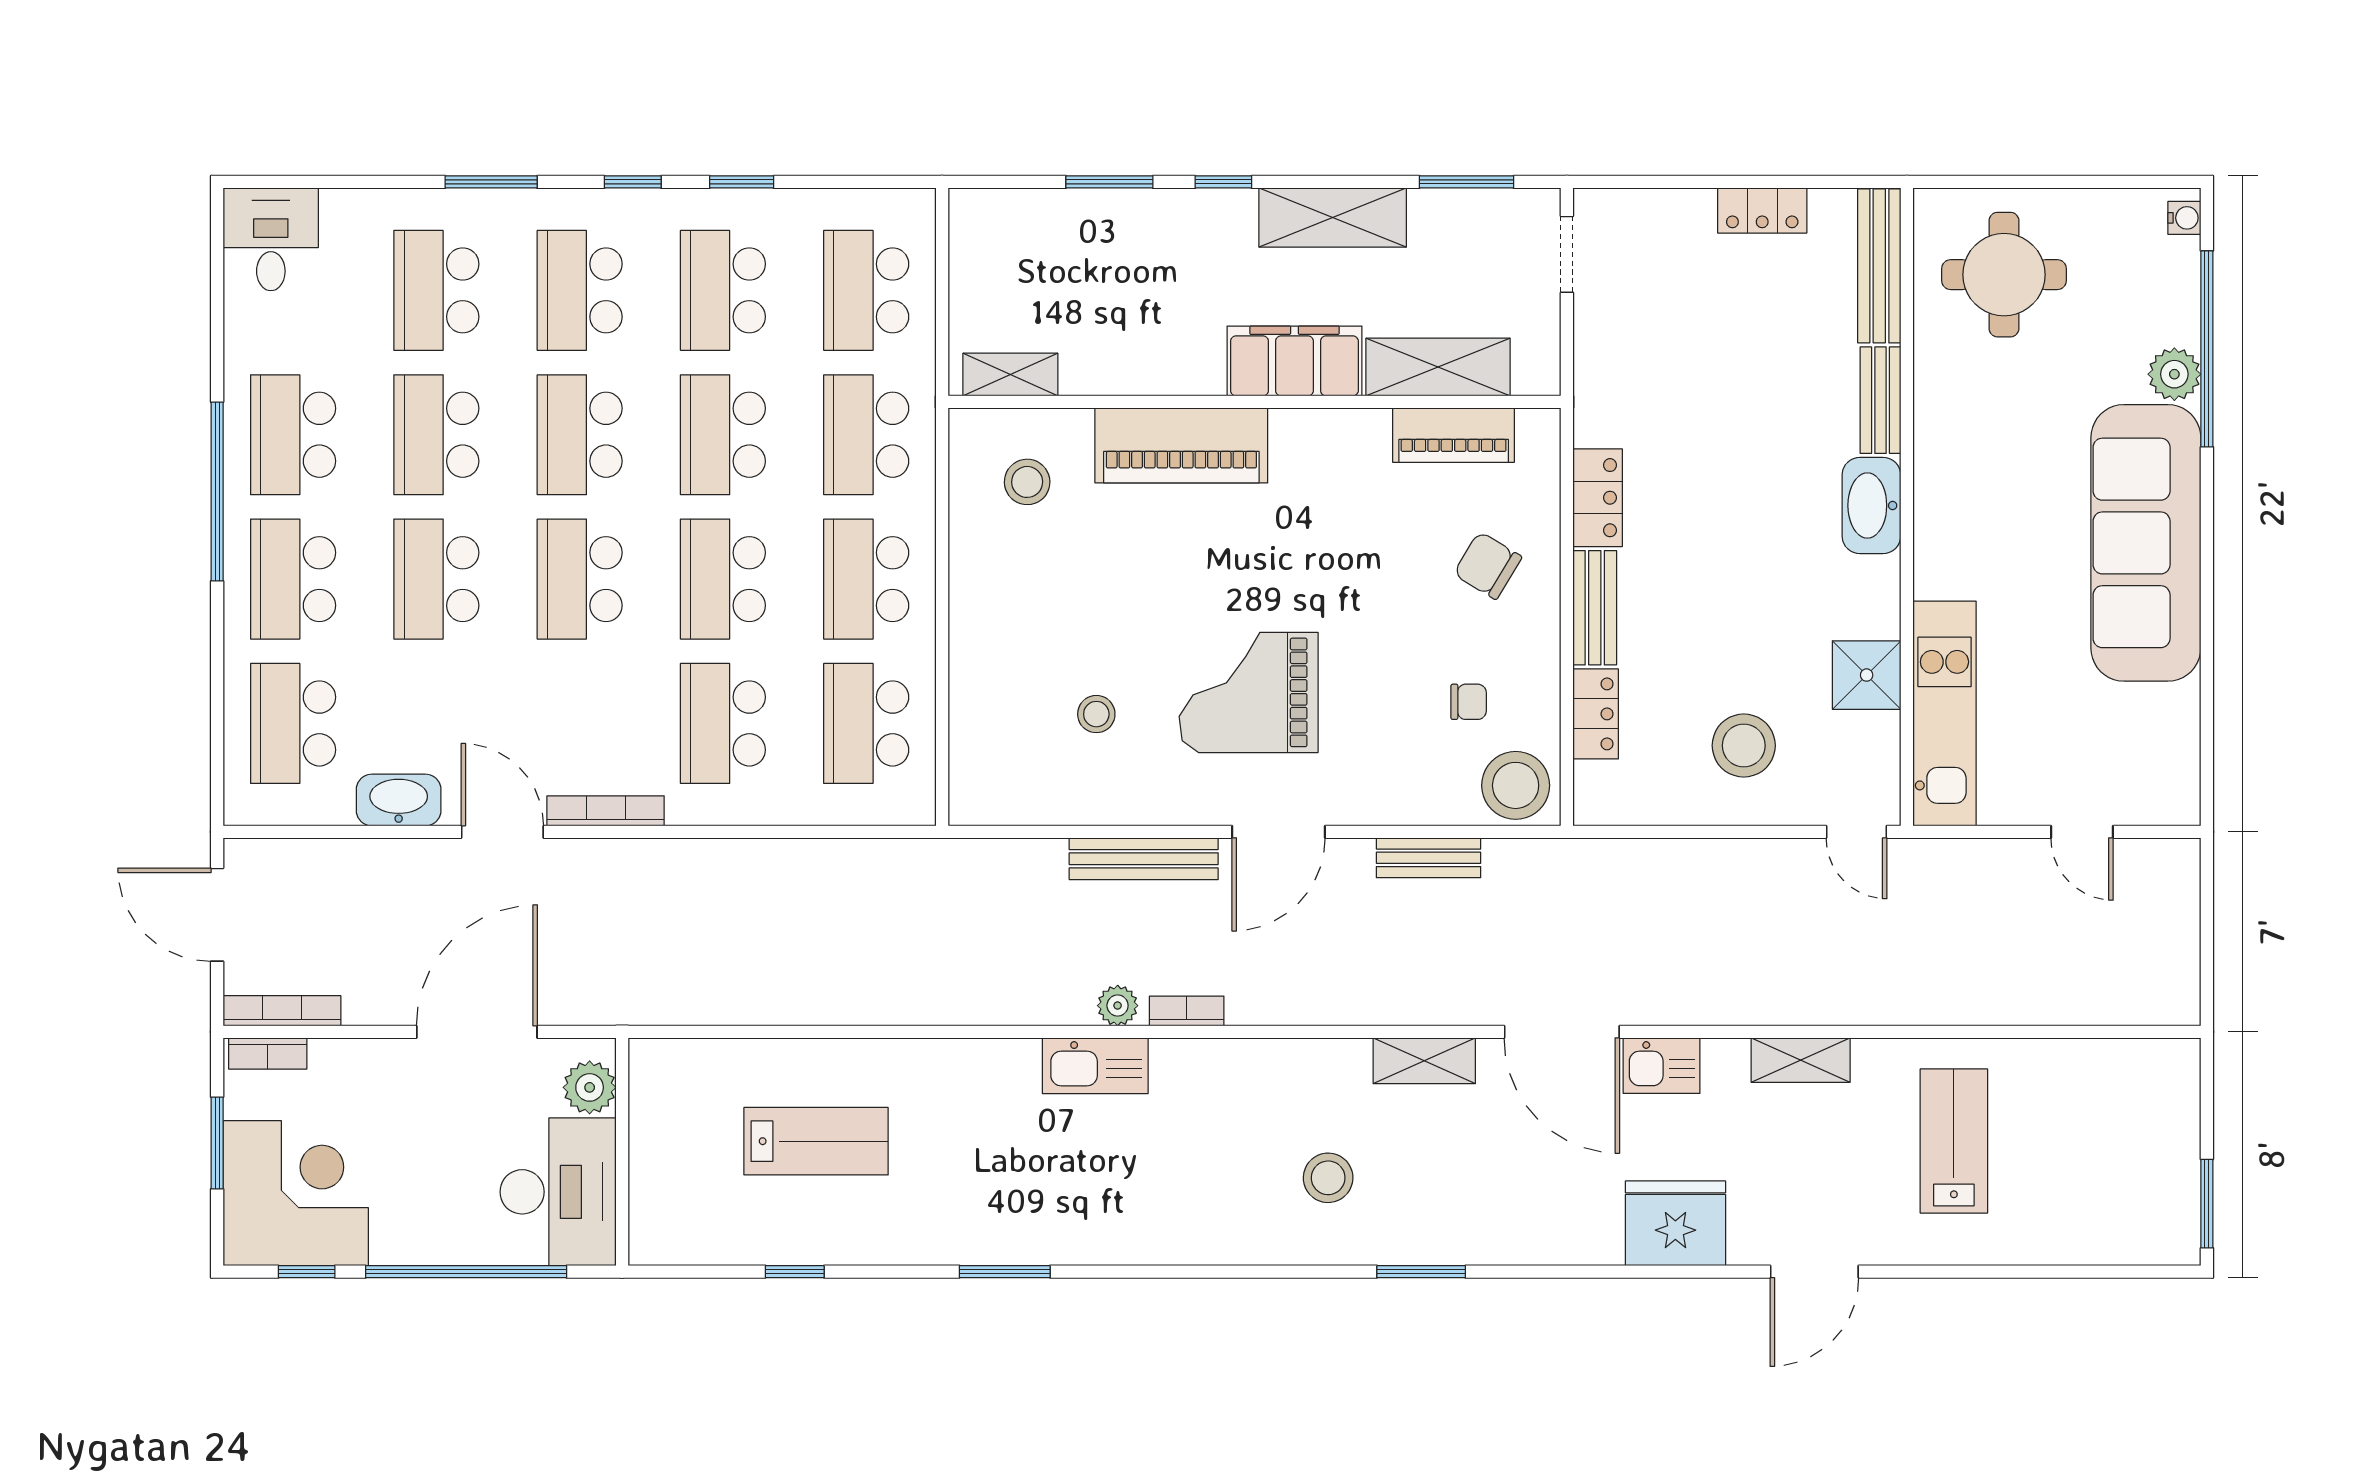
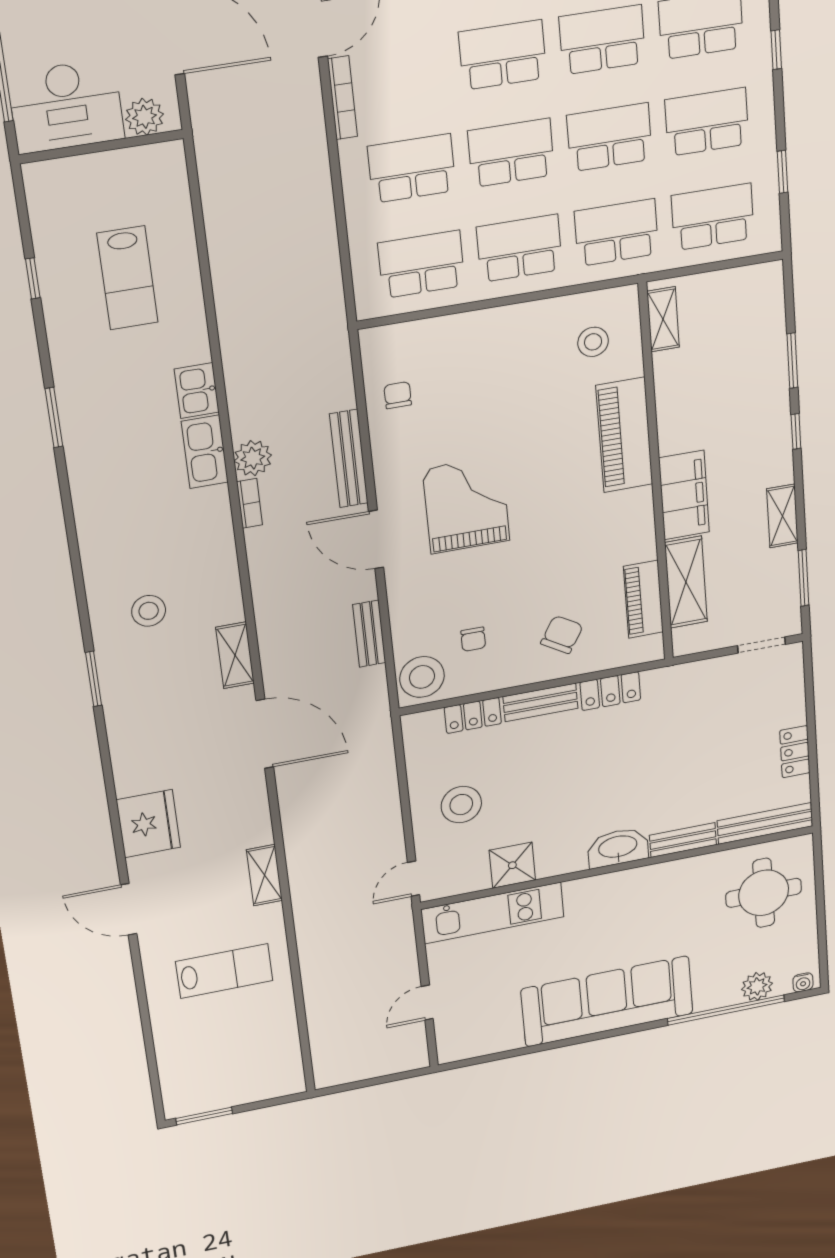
window: (742, 182) -> (783, 172), moved
shelving: (1333, 218) -> (782, 516), width x0.67, depth x0.75
plant: (2174, 374) -> (757, 986), moved
stool: (1096, 714) -> (443, 412), removed
chair: (1059, 777) -> (398, 395), added
plant: (1118, 1006) -> (253, 458), width x1.38, depth x1.38
door: (1562, 1032) -> (265, 734), swing flipped
kitchen sink: (1662, 1066) -> (197, 391), moved

